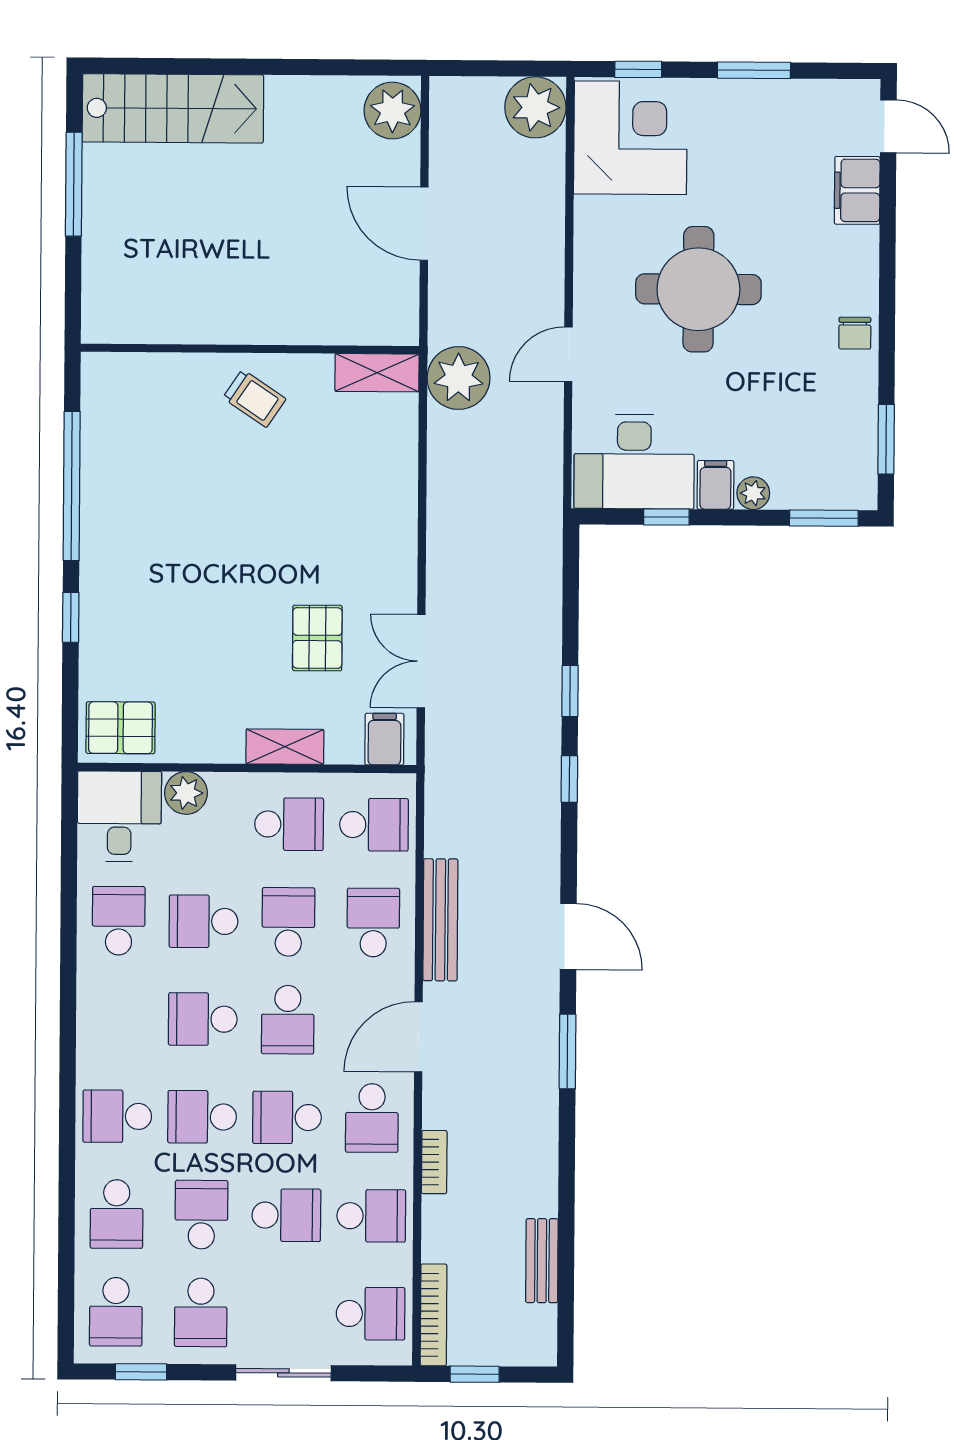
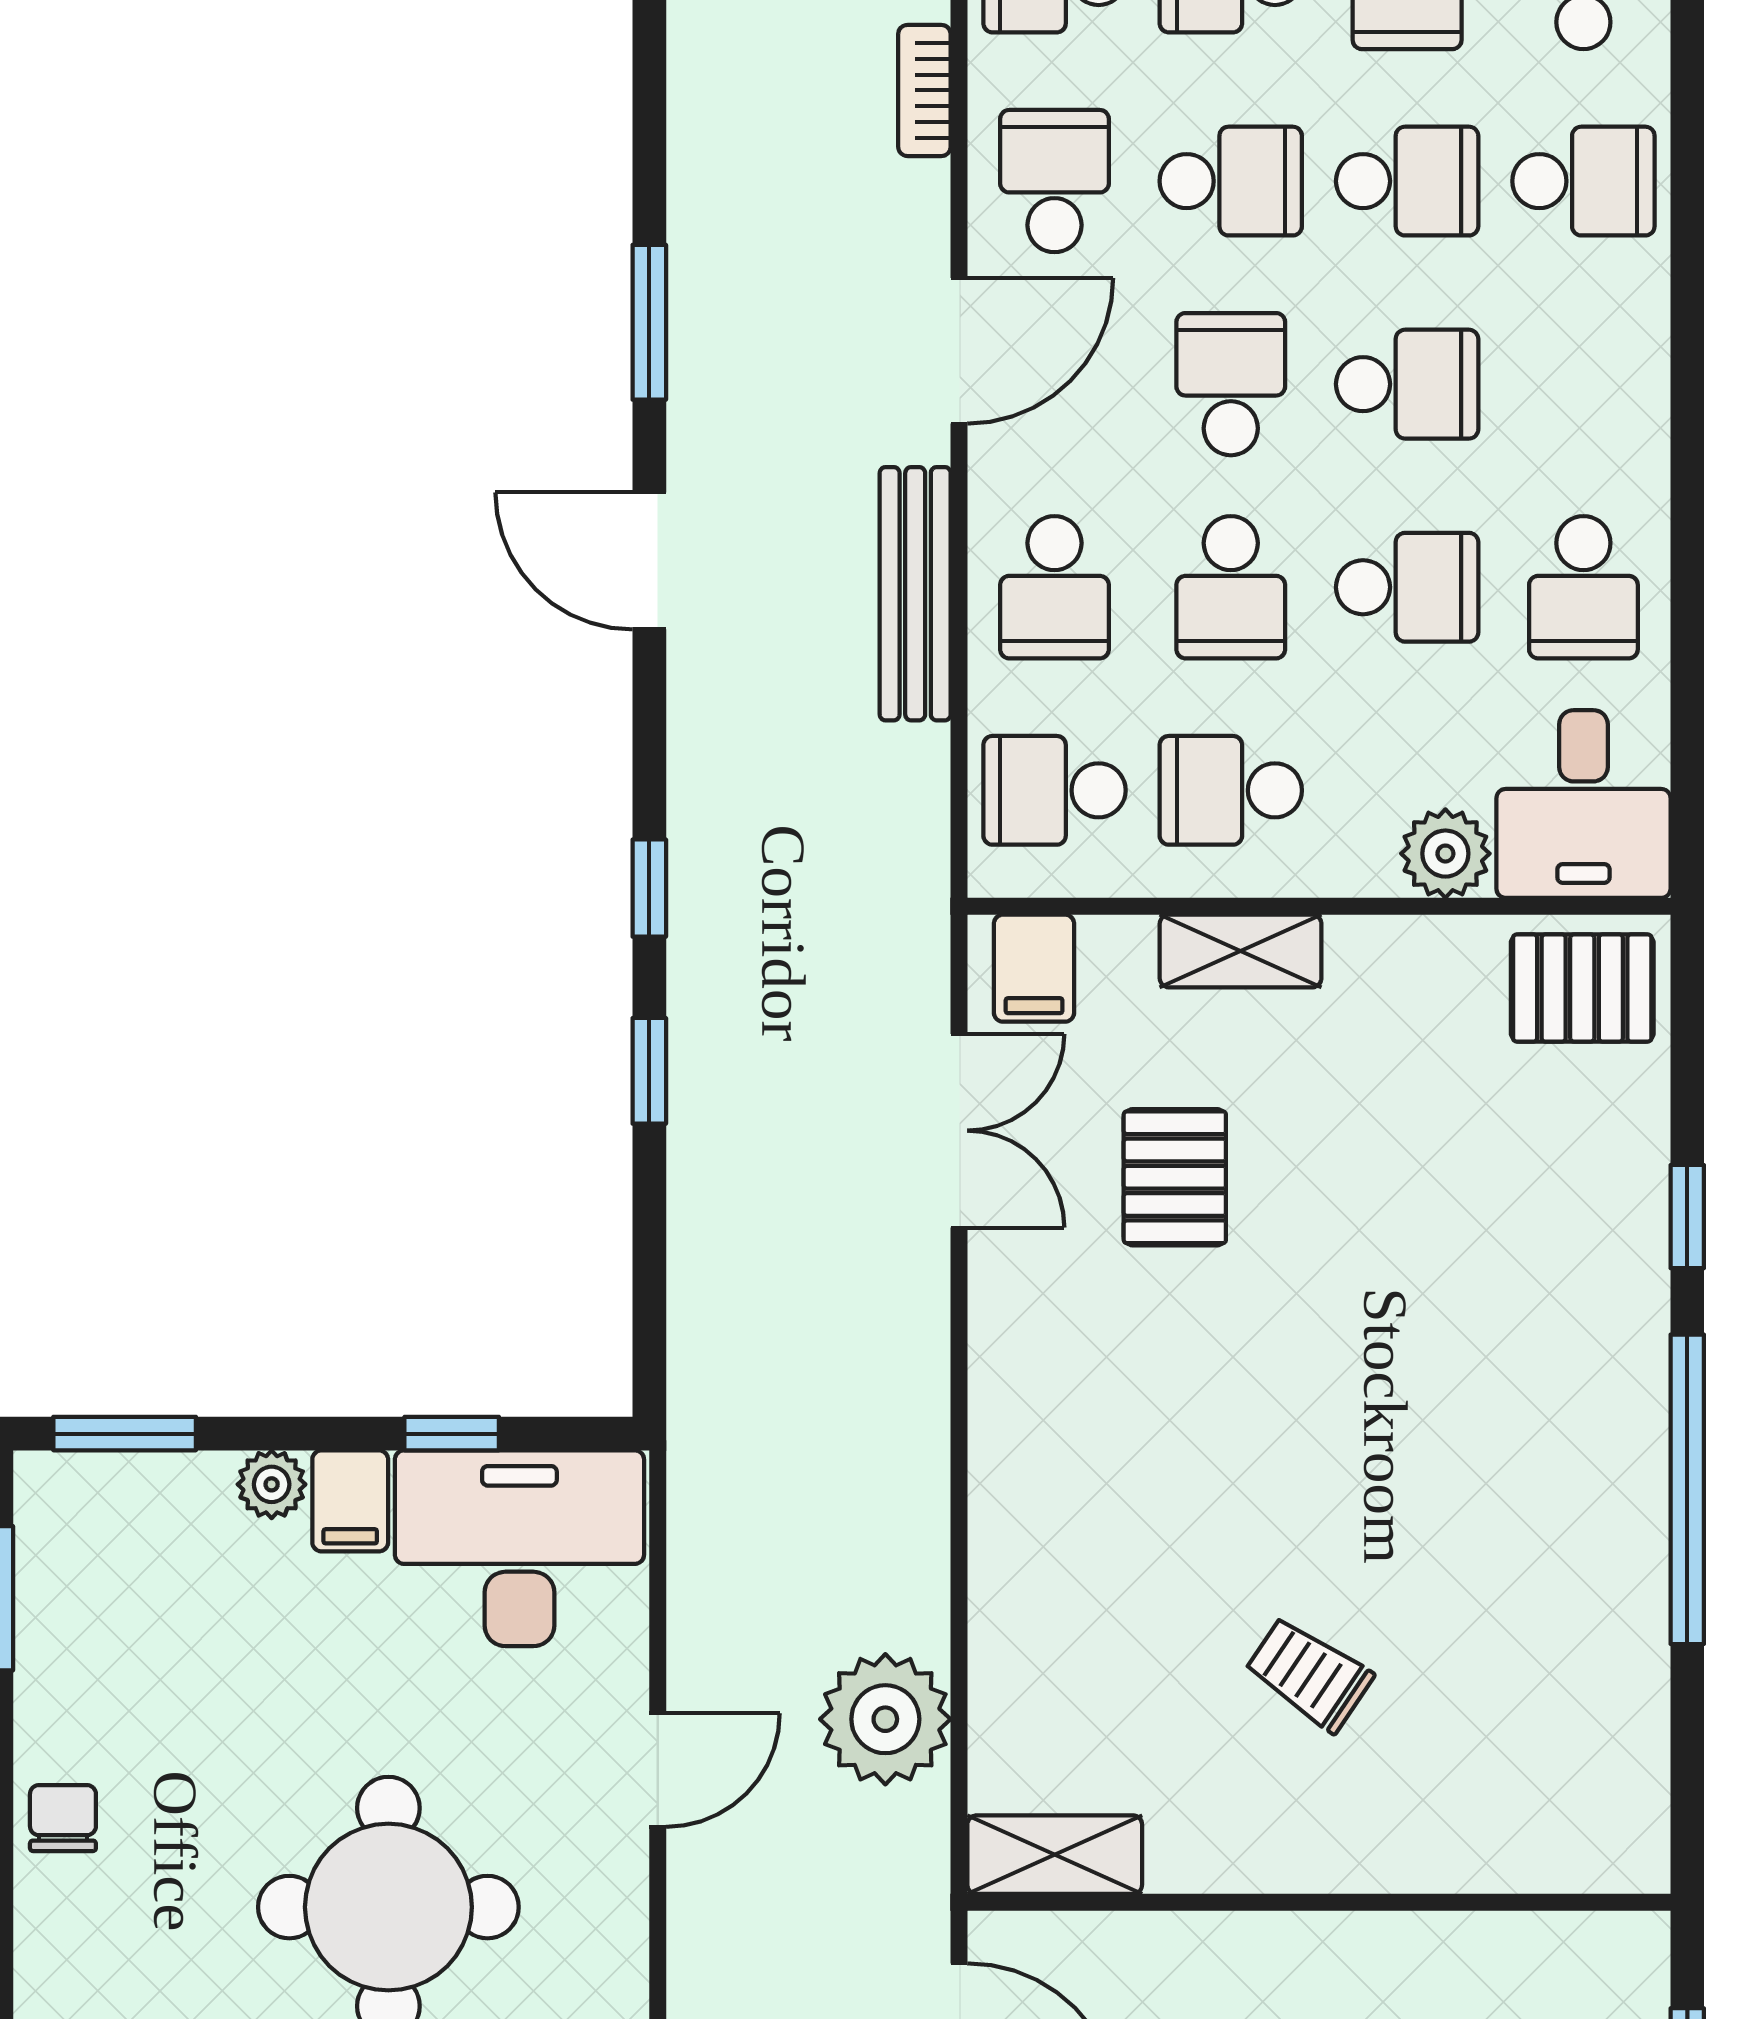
wall: (250, 349) -> (1319, 1902), moved
shelving: (377, 373) -> (1055, 1855), moved

